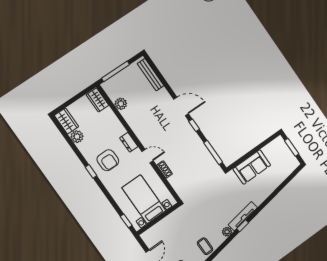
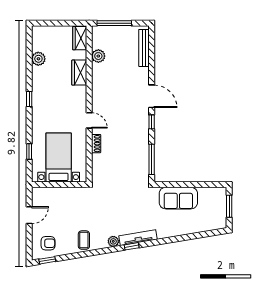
wardrobe: (66, 121) -> (79, 73), moved, turned 180
dresser: (129, 142) -> (81, 96), removed
armchair: (108, 160) -> (51, 99), removed
window: (126, 221) -> (29, 151), moved

